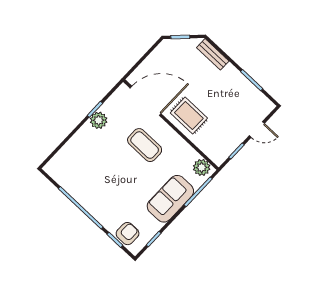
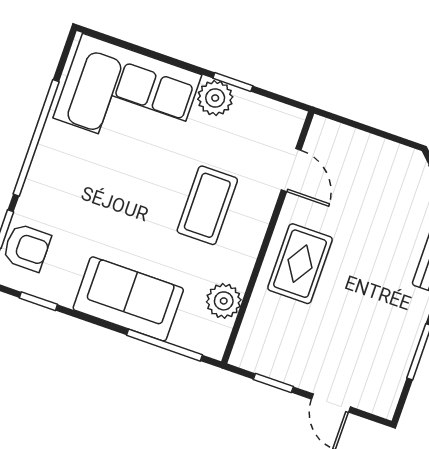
door: (146, 101) -> (291, 170), width x0.53
corner sofa: (80, 159) -> (127, 96), added
plant: (202, 167) -> (224, 301), moved

